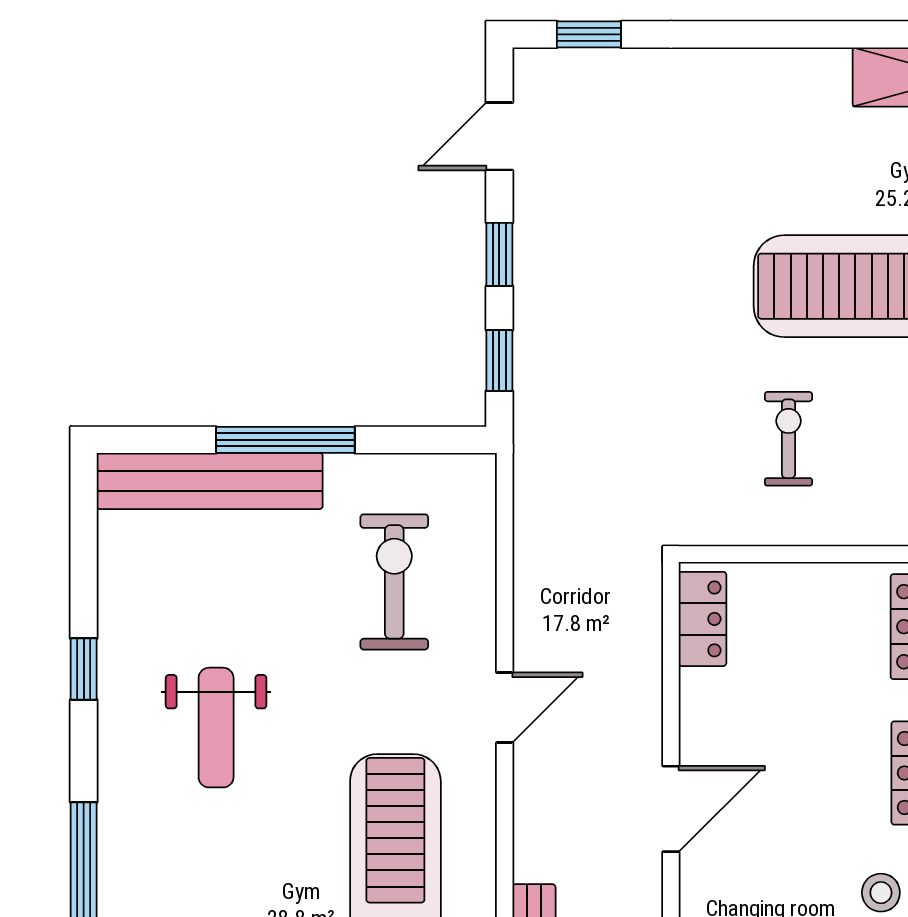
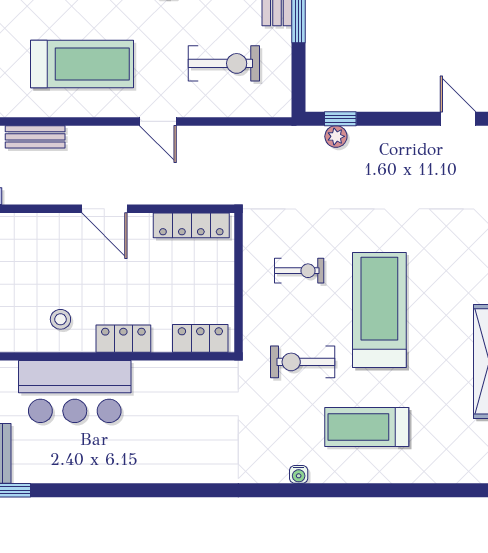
window: (499, 254) -> (396, 119), removed
plant: (533, 369) -> (336, 136), added
locker: (702, 619) -> (191, 225), width x1.53

